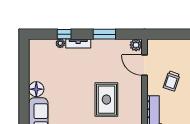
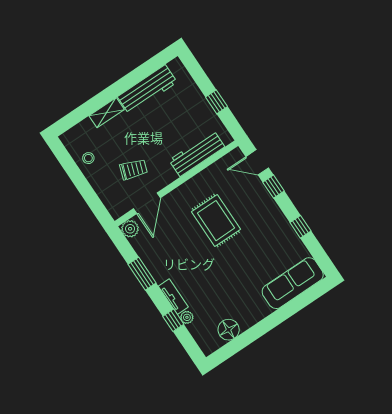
trolley: (172, 81) -> (134, 169), moved
floor lamp: (36, 89) -> (229, 330), moved
rug: (106, 100) -> (216, 221), turned 90

